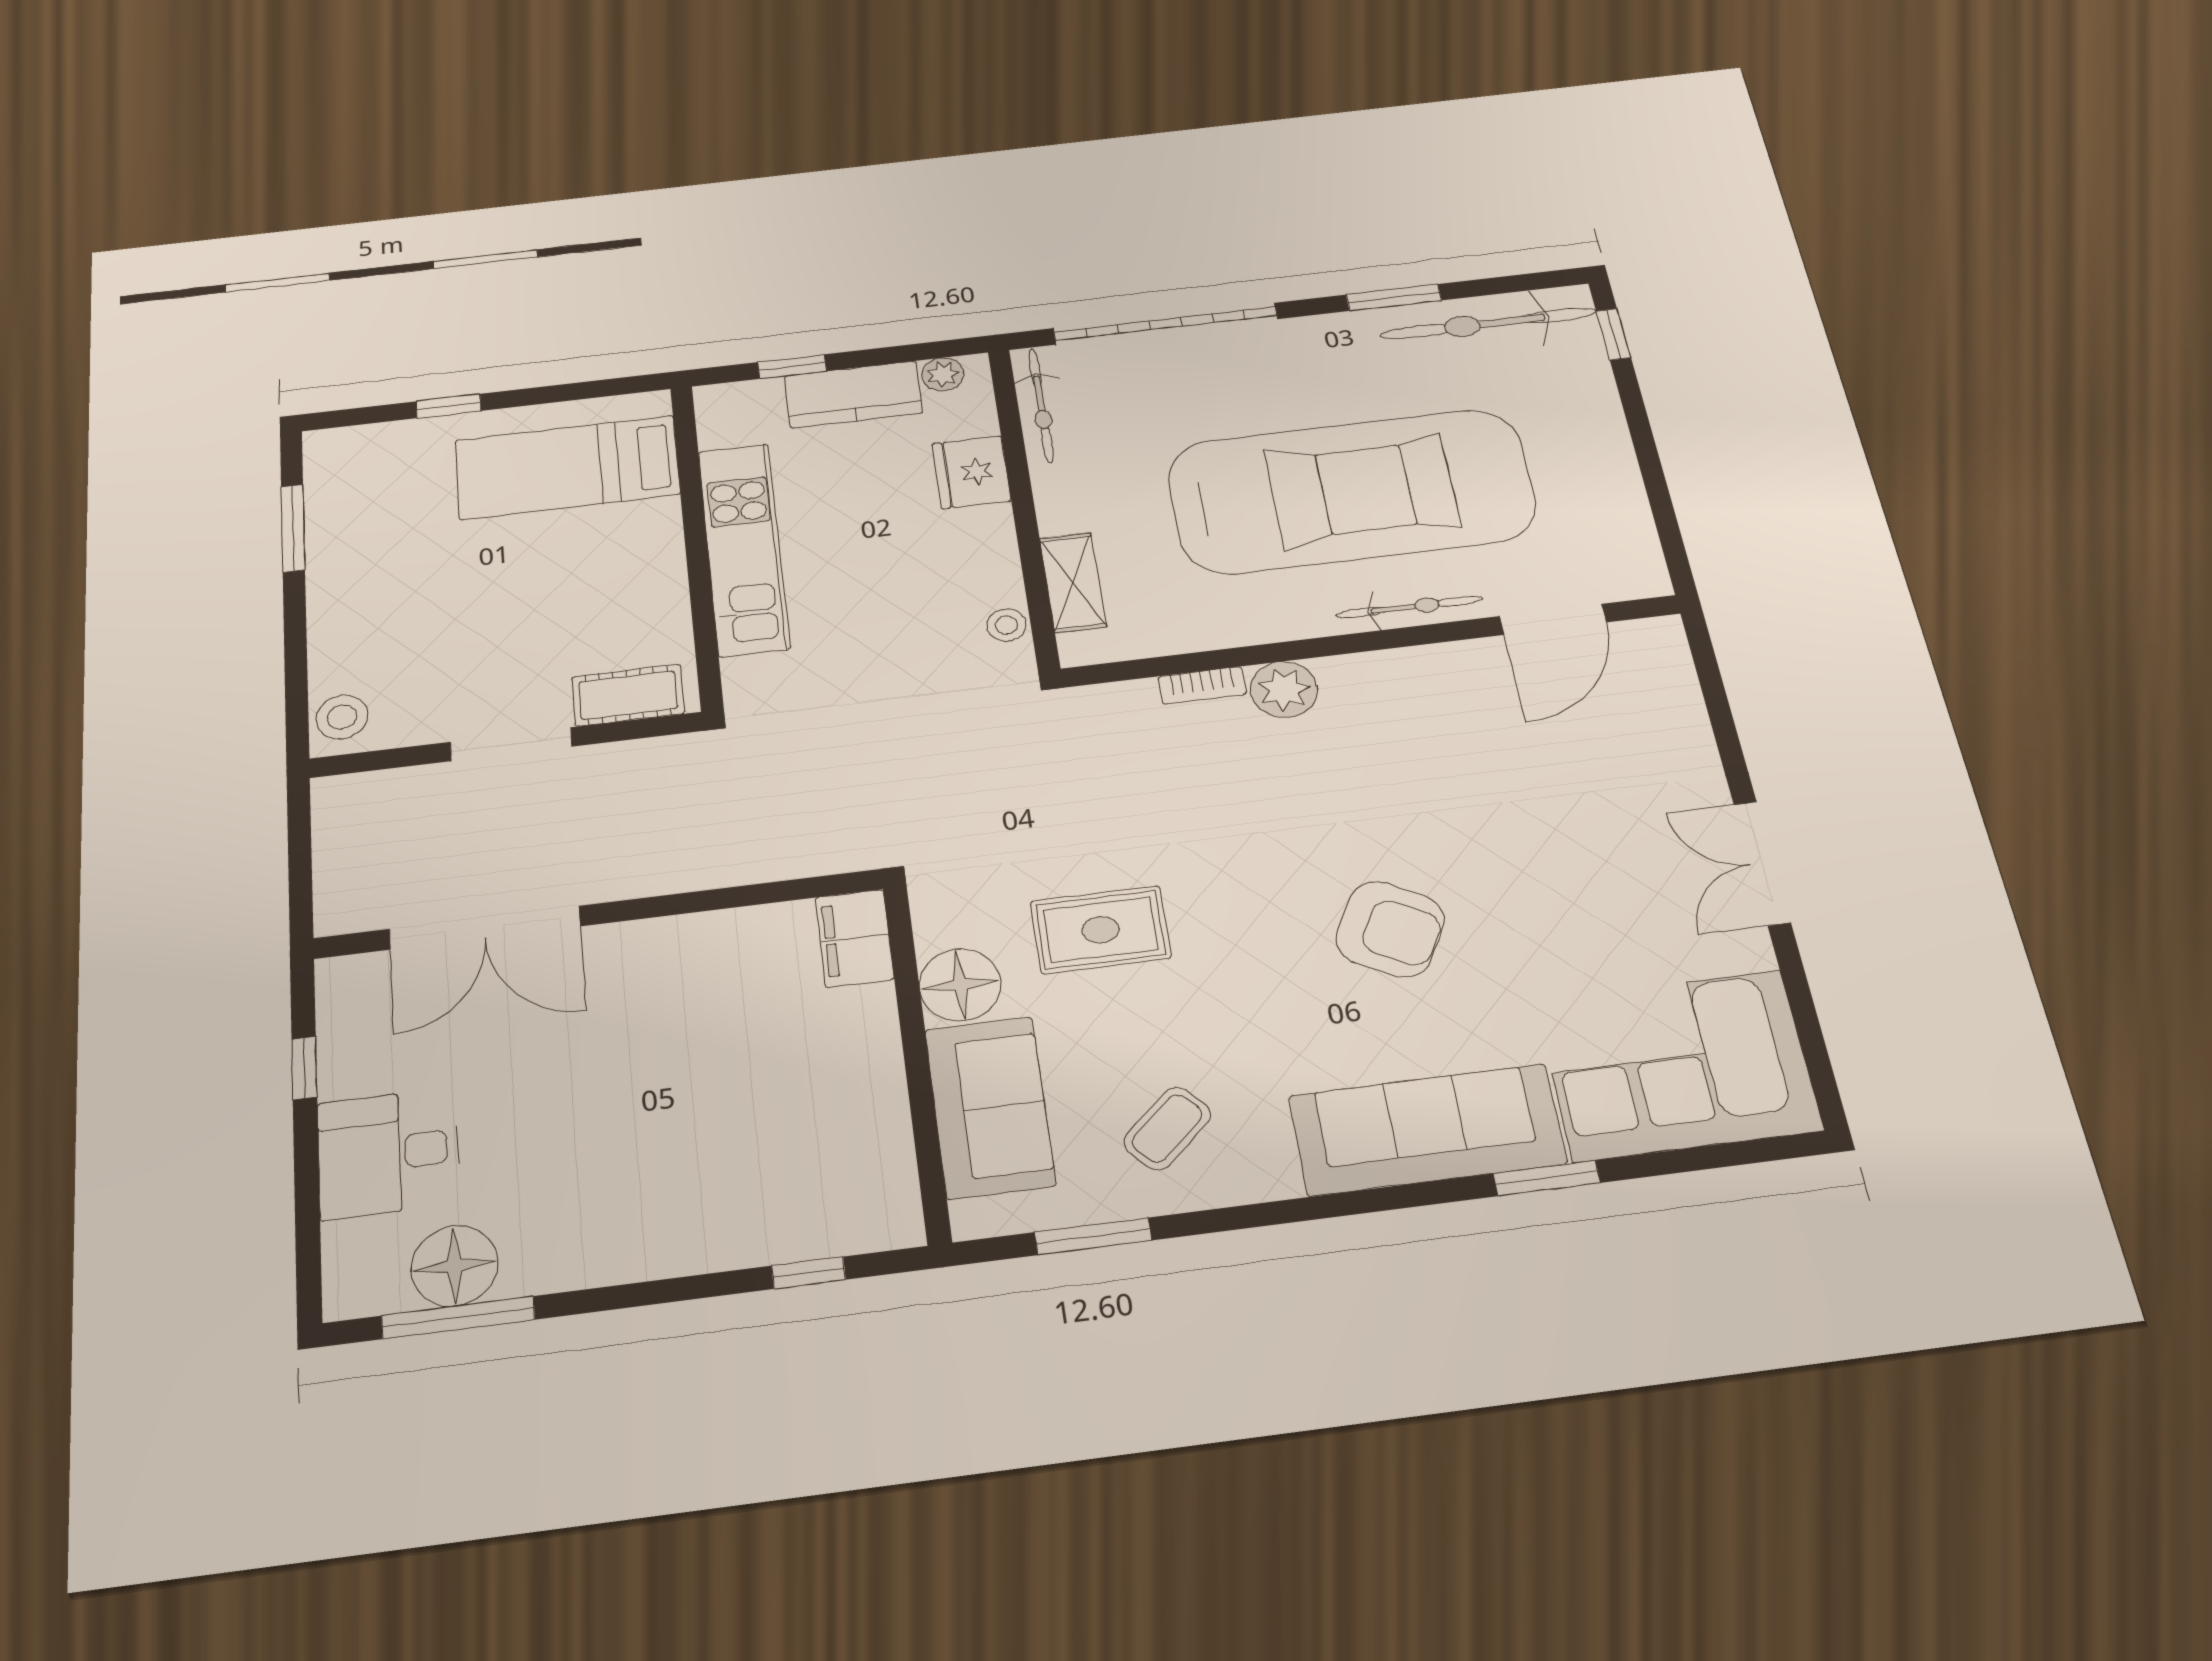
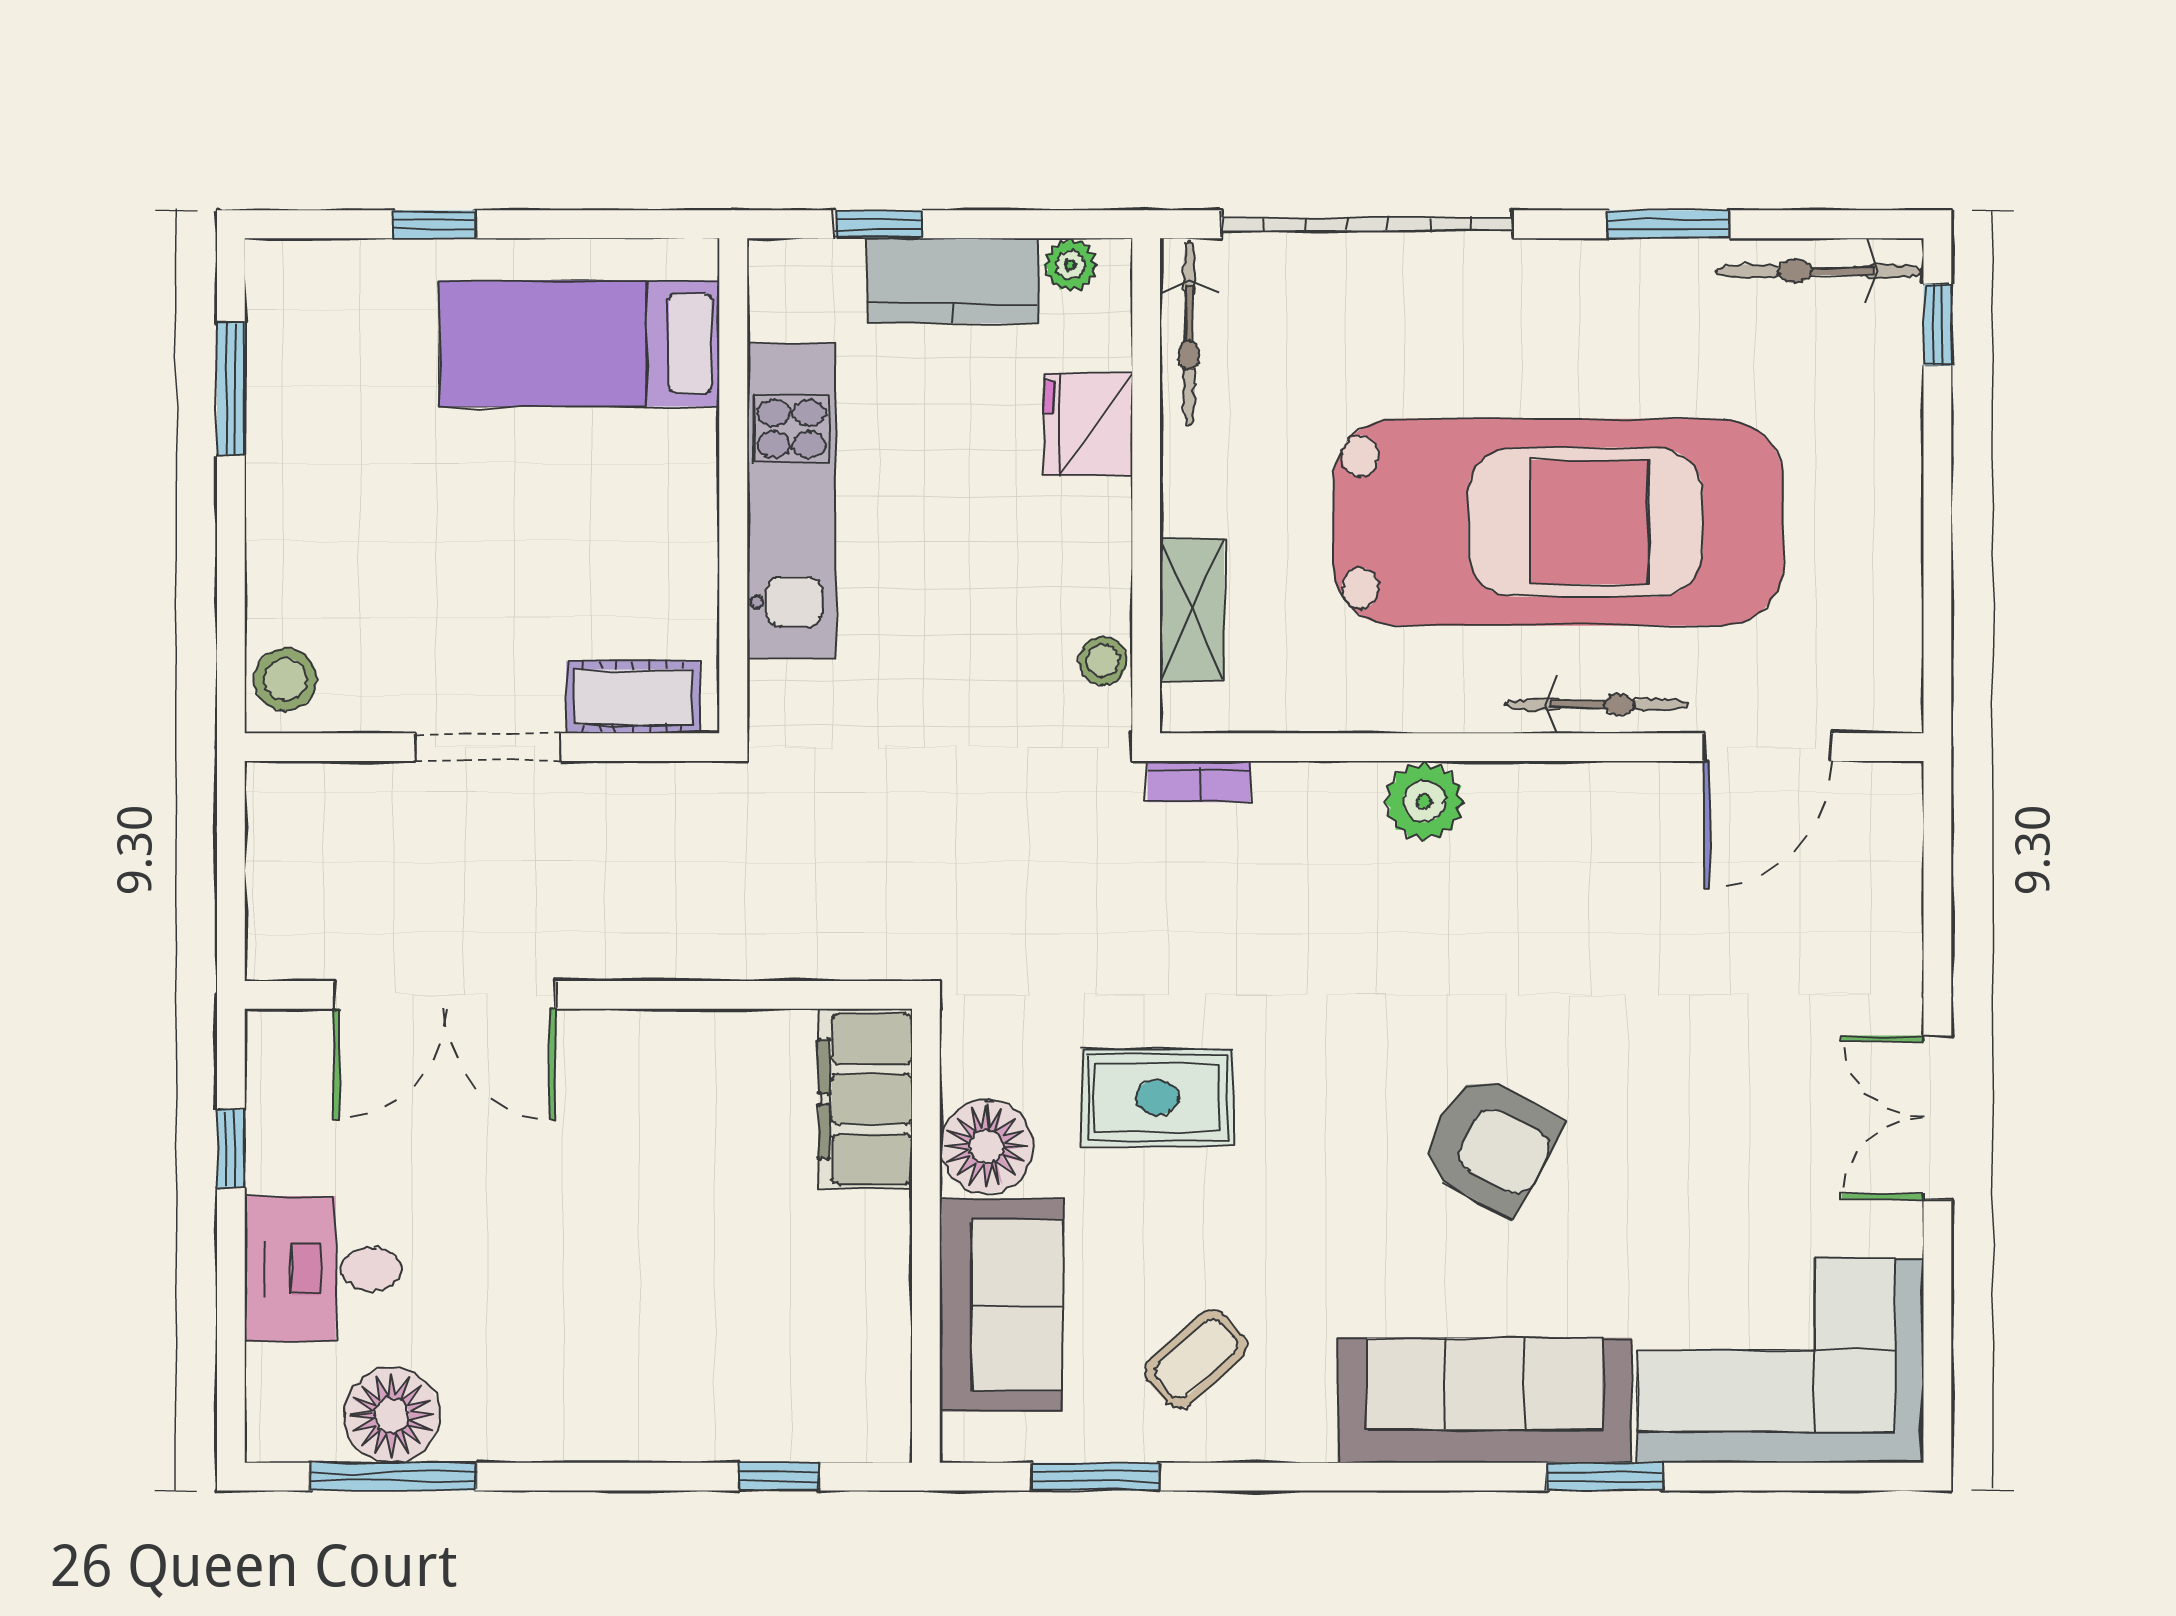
bicycle: (1488, 323) -> (1820, 271), width x0.73, depth x0.71
bookcase: (1202, 685) -> (1199, 782), moved
filing cabinet: (855, 938) -> (865, 1099), width x1.50, depth x1.17

